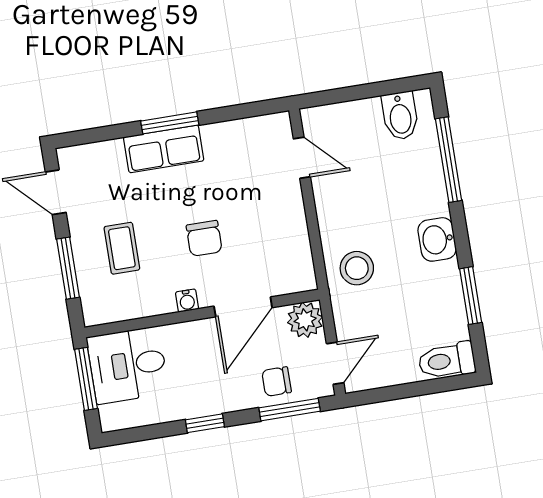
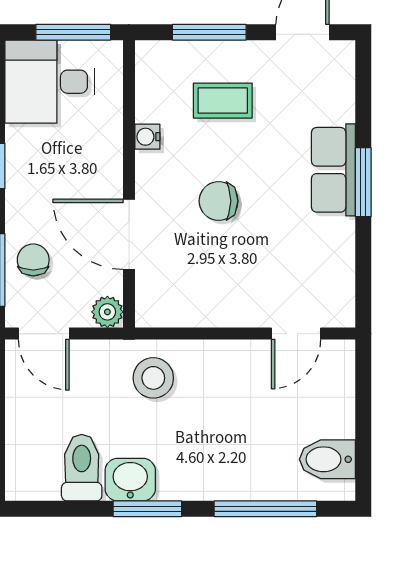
washbasin: (437, 239) -> (130, 480), moved
window: (471, 296) -> (147, 509), moved
water cooler: (187, 301) -> (147, 137), moved
plant: (305, 320) -> (107, 312), width x0.73, depth x0.73
toilet: (447, 361) -> (82, 468), moved
desk: (128, 365) -> (50, 82), moved, turned -90

